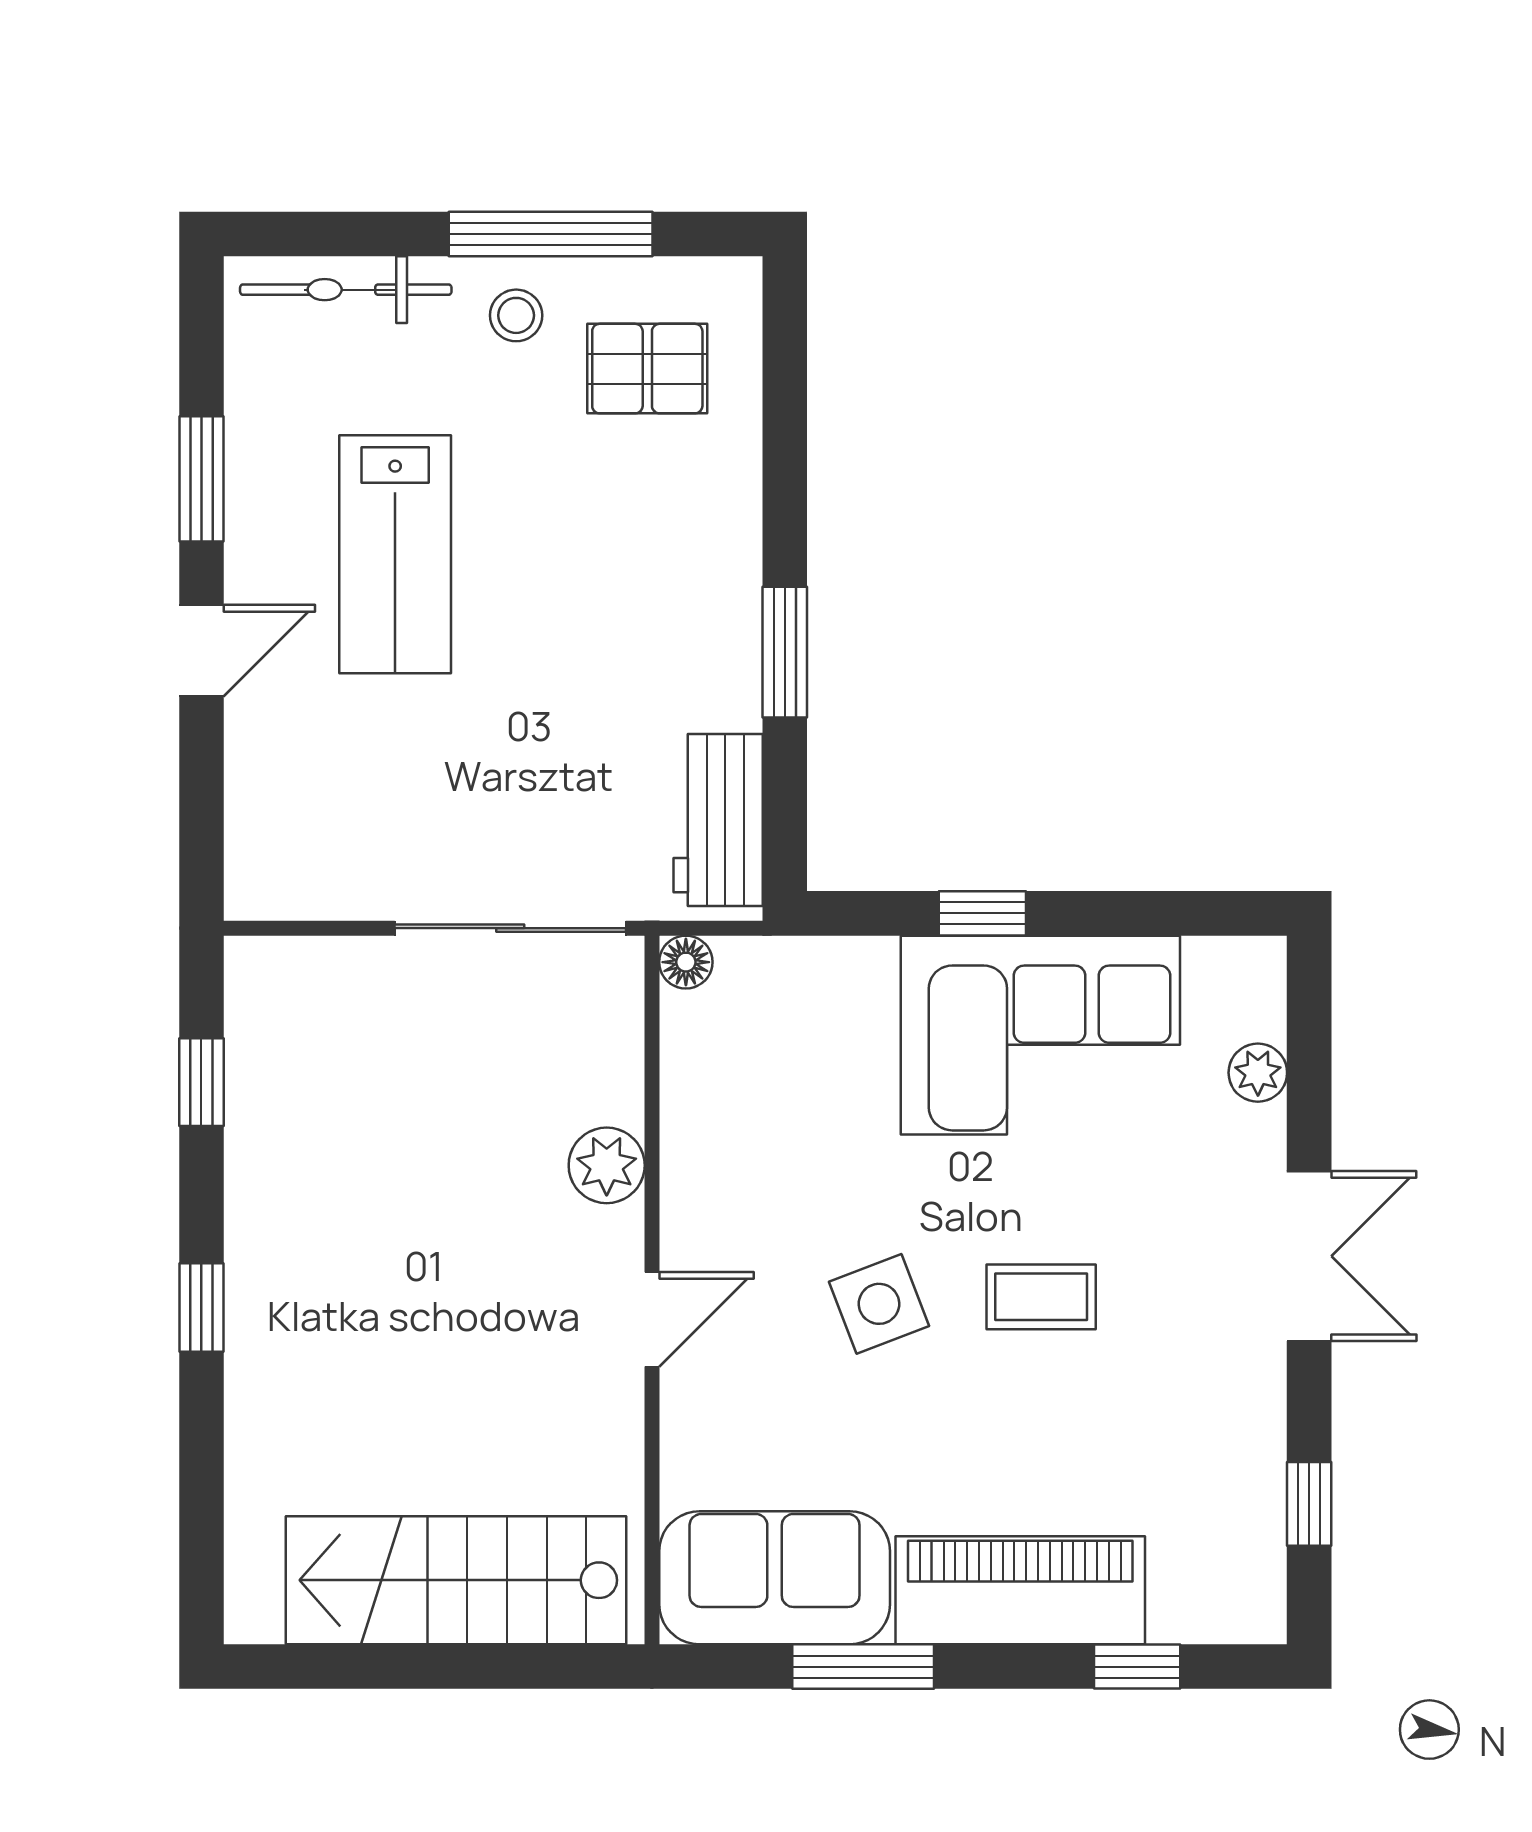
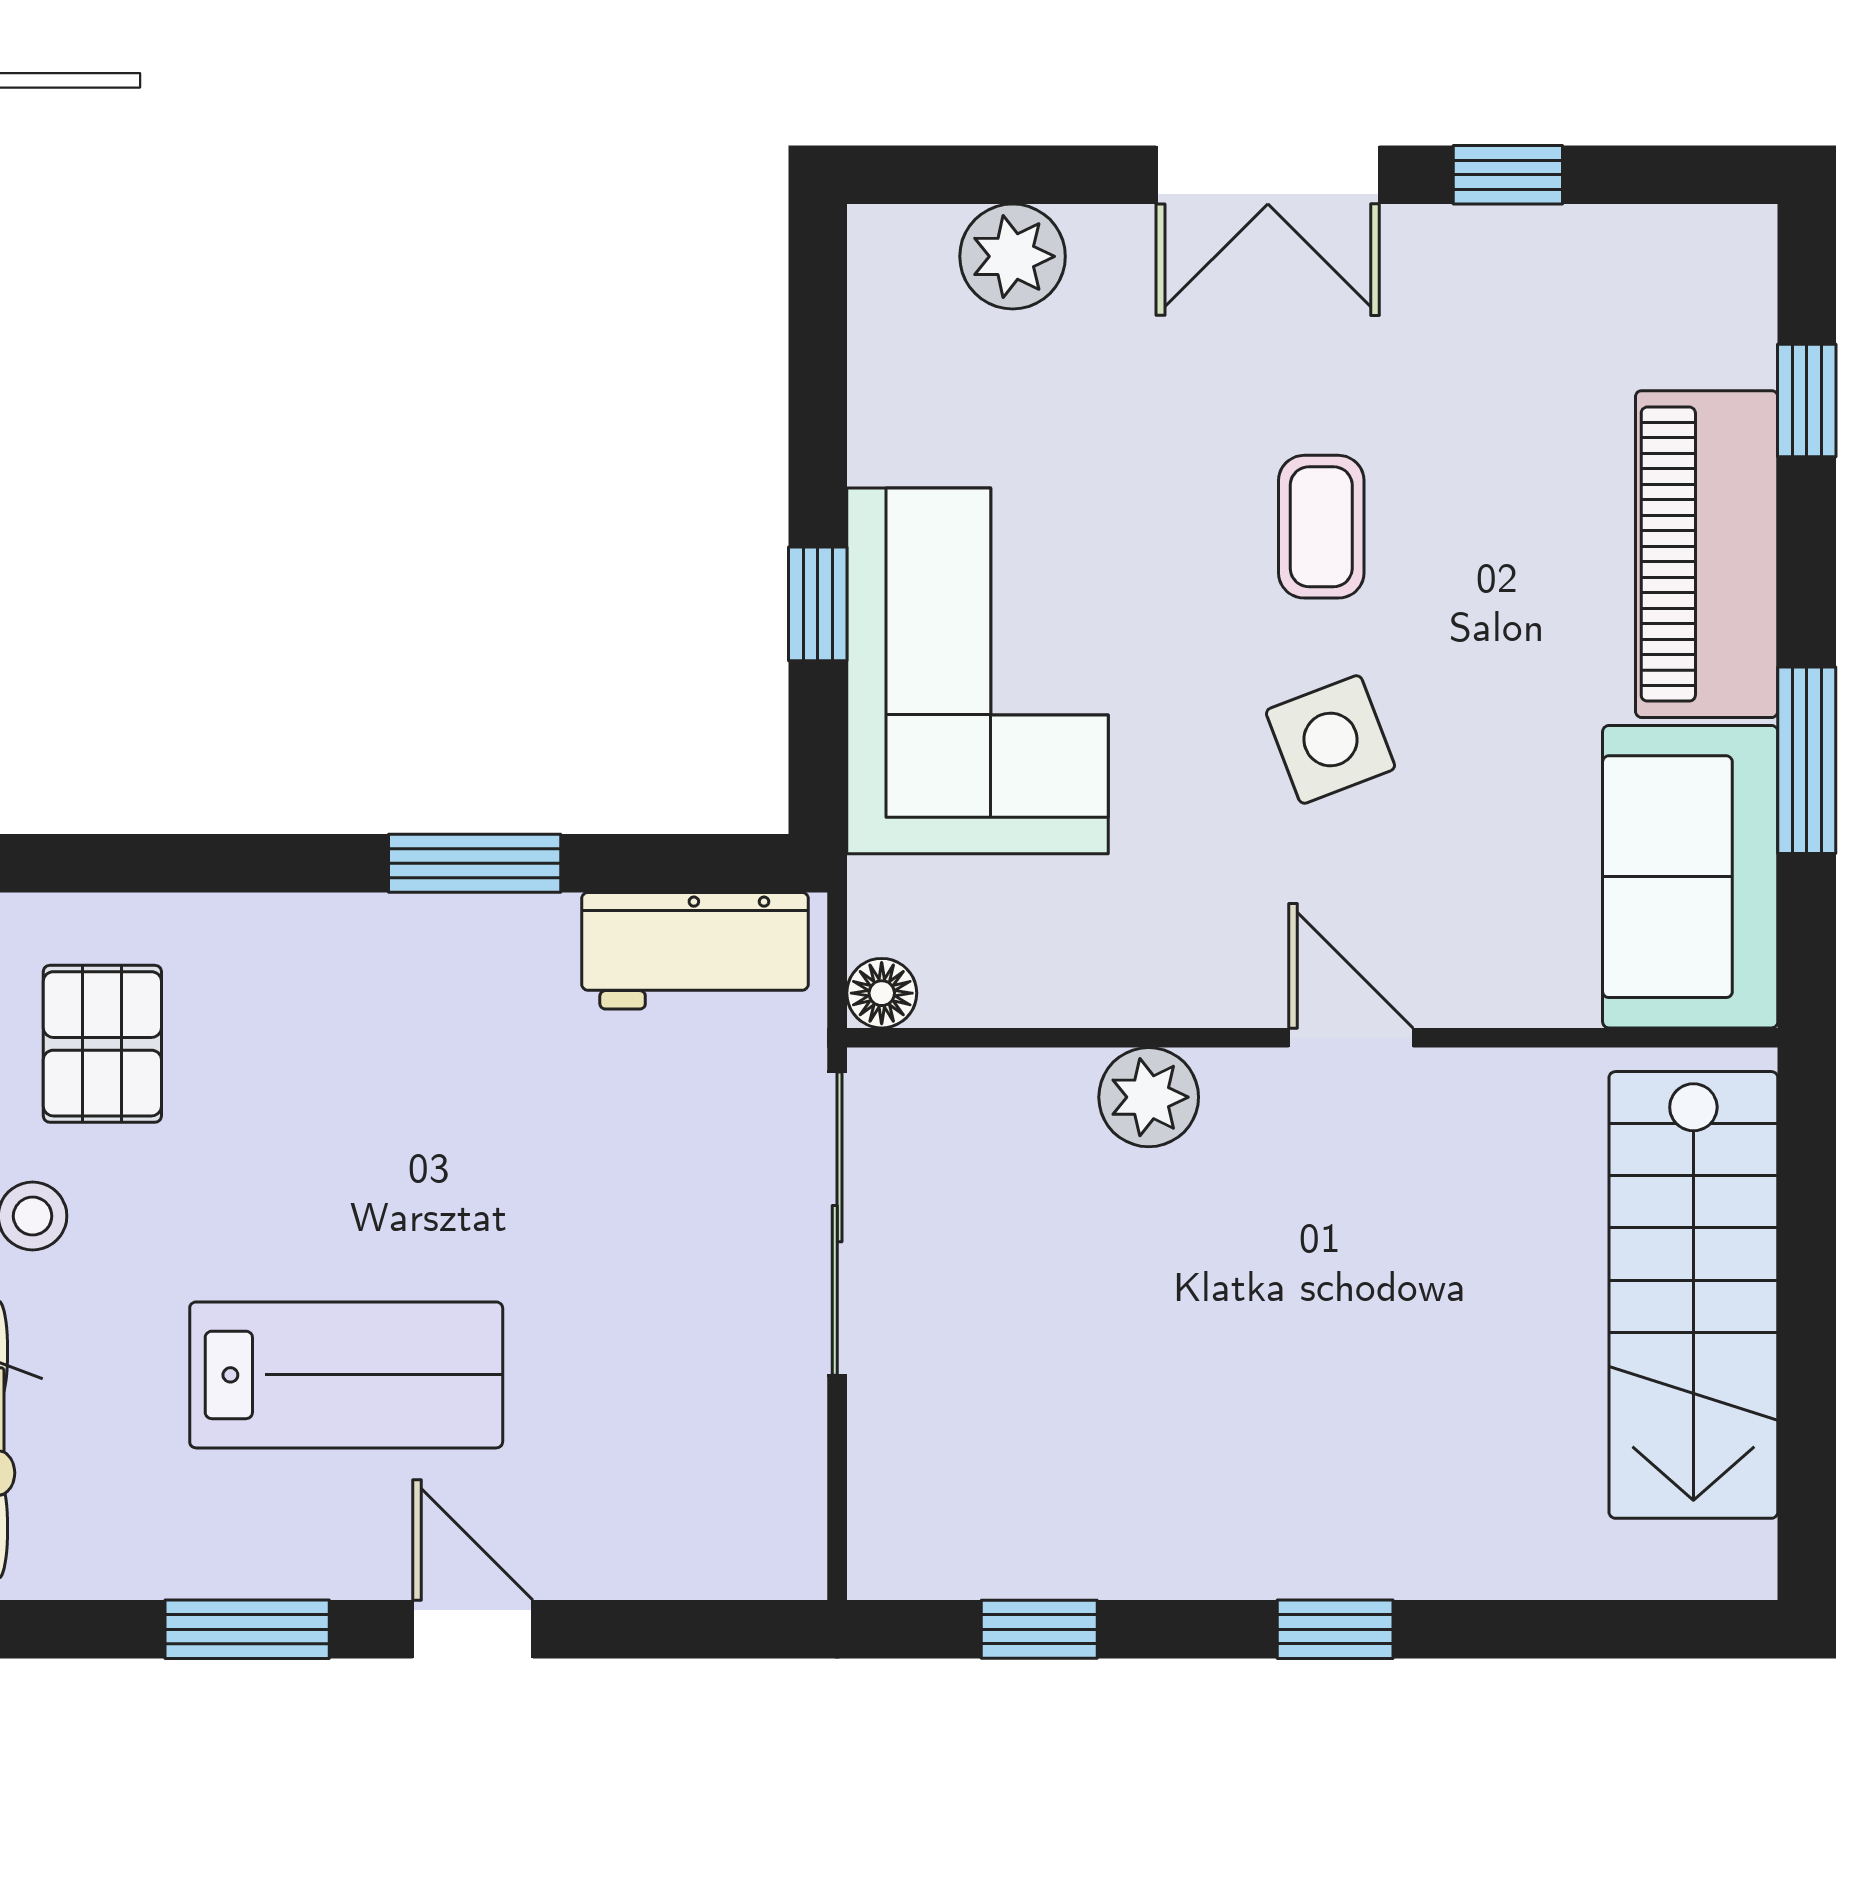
corner sofa: (1040, 1035) -> (977, 671), moved
plant: (1258, 1073) -> (1013, 256), width x1.38, depth x1.38
double door: (1309, 1256) -> (1268, 175), swing flipped
window: (1309, 1504) -> (1508, 175), moved

